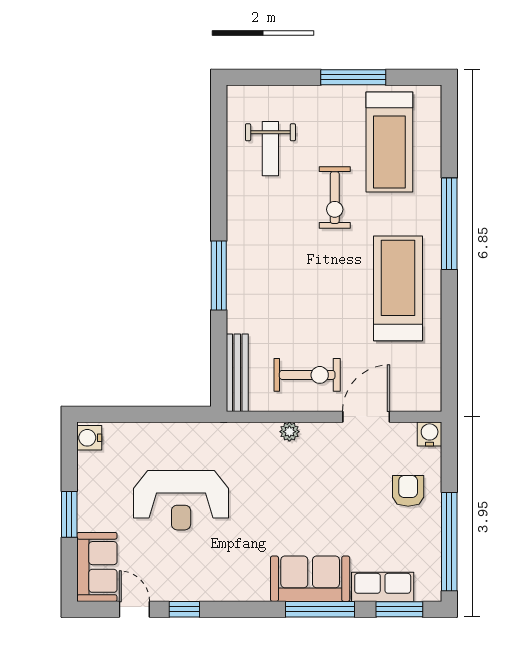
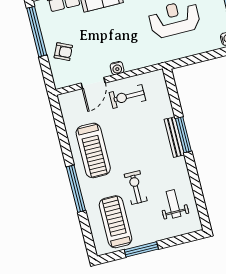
bench: (237, 373) -> (174, 137), moved
plant: (289, 432) -> (129, 66), removed
water cooler: (430, 434) -> (117, 68), moved
armchair: (408, 491) -> (63, 52), turned -65

